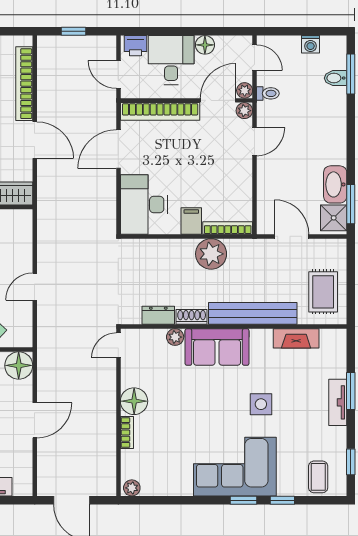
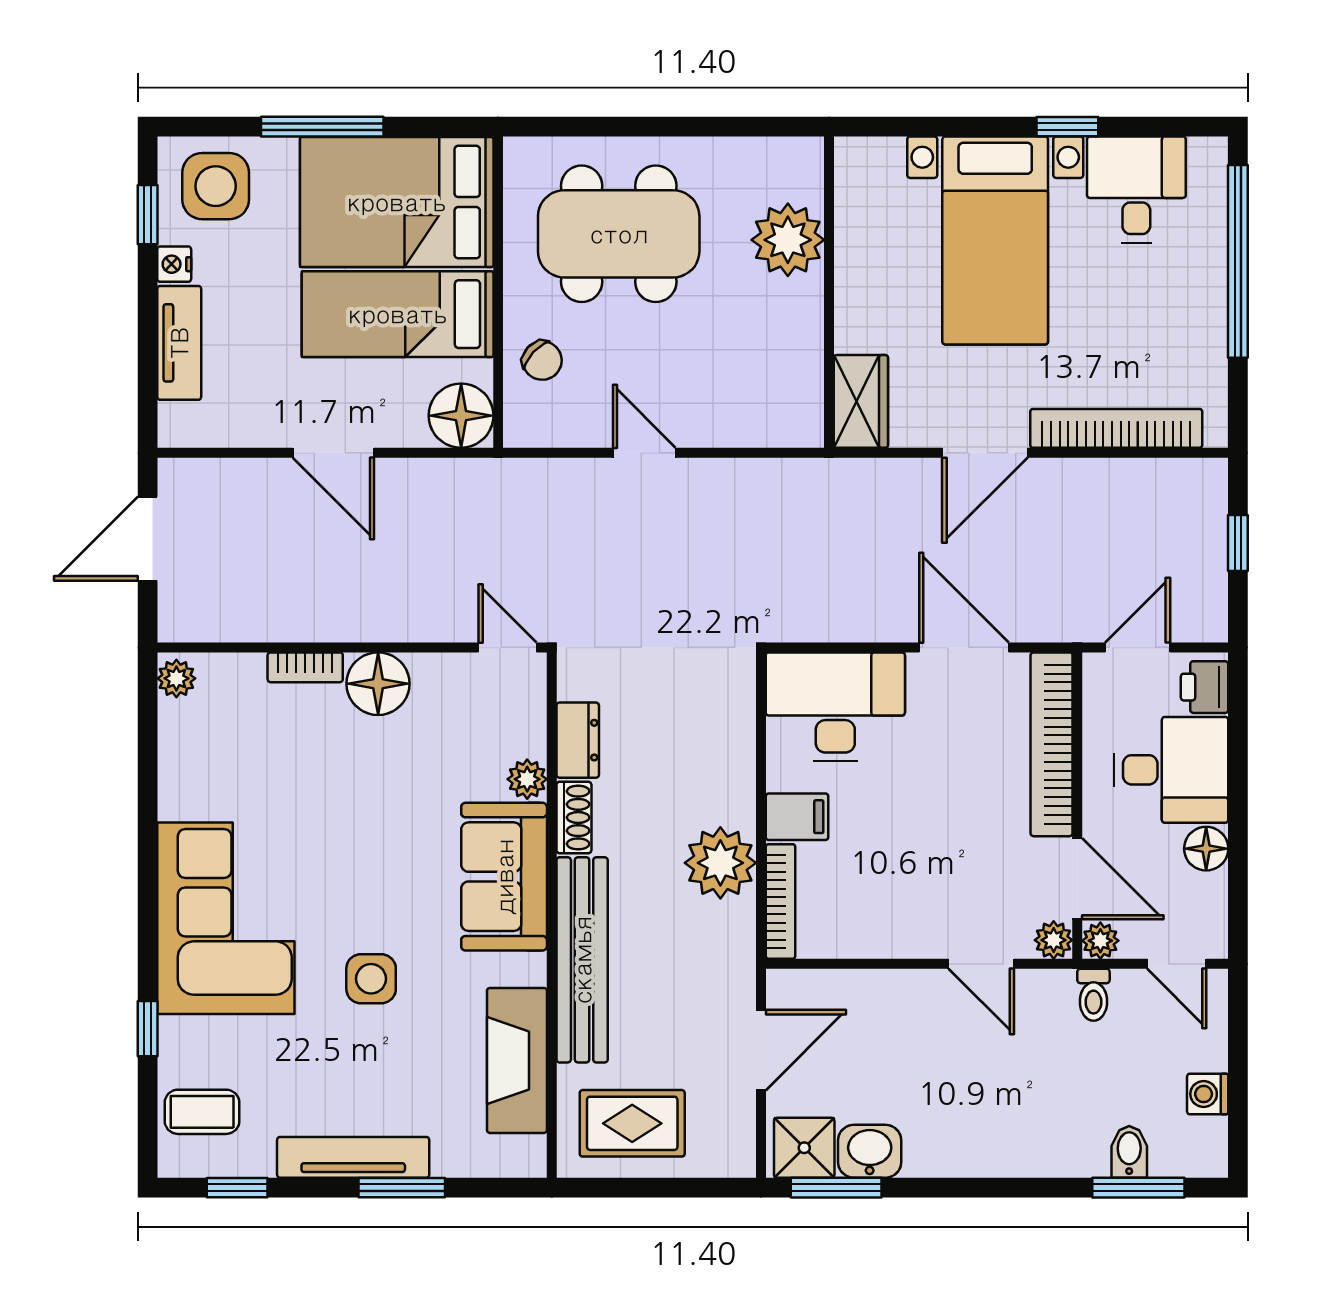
door: (255, 58) -> (1177, 964), hinge flipped
washbasin: (335, 184) -> (870, 1151), width x0.72
fireplace: (296, 338) -> (517, 1060), width x1.37, depth x1.32
tv unit: (338, 402) -> (353, 1157), width x1.41
window: (244, 500) -> (148, 938), removed

